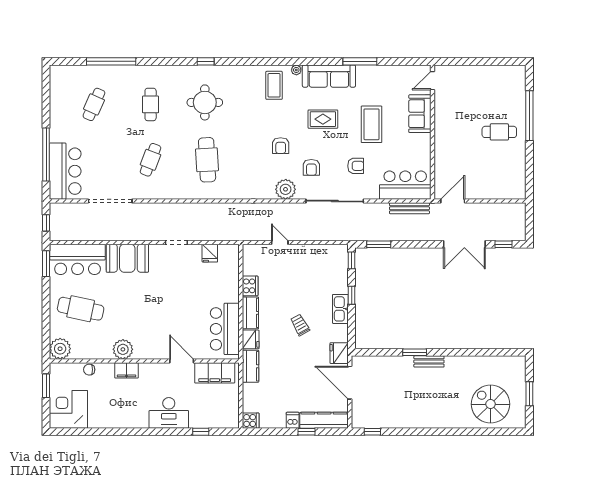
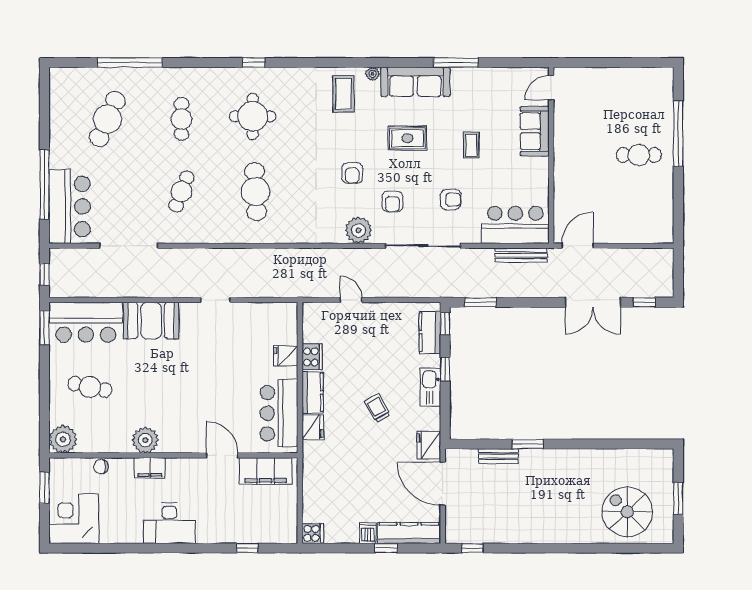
cafe table: (94, 104) -> (107, 119), width x1.37, depth x1.35
coffee table: (371, 124) -> (471, 145), width x0.54, depth x0.58
fridge: (210, 253) -> (286, 356), moved, turned 90
cafe table: (81, 309) -> (90, 387), width x0.73, depth x0.74
bench: (429, 361) -> (498, 456), moved
kitchen counter: (251, 366) -> (430, 332), moved, turned 180
desk: (169, 413) -> (169, 523), moved

